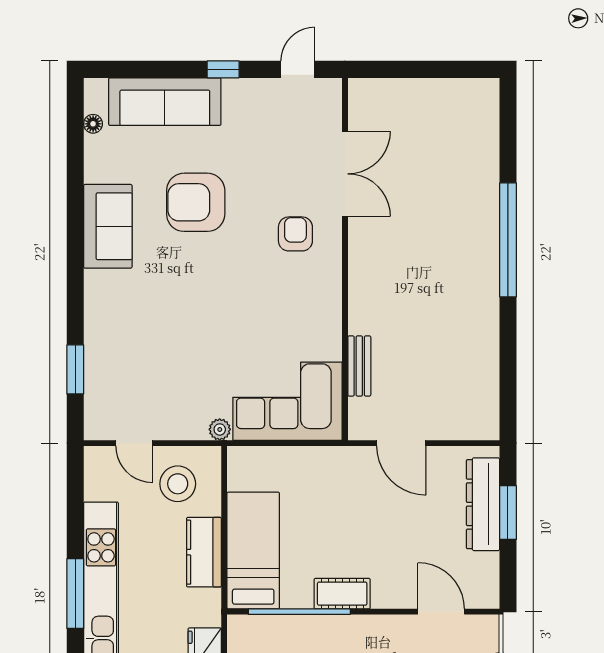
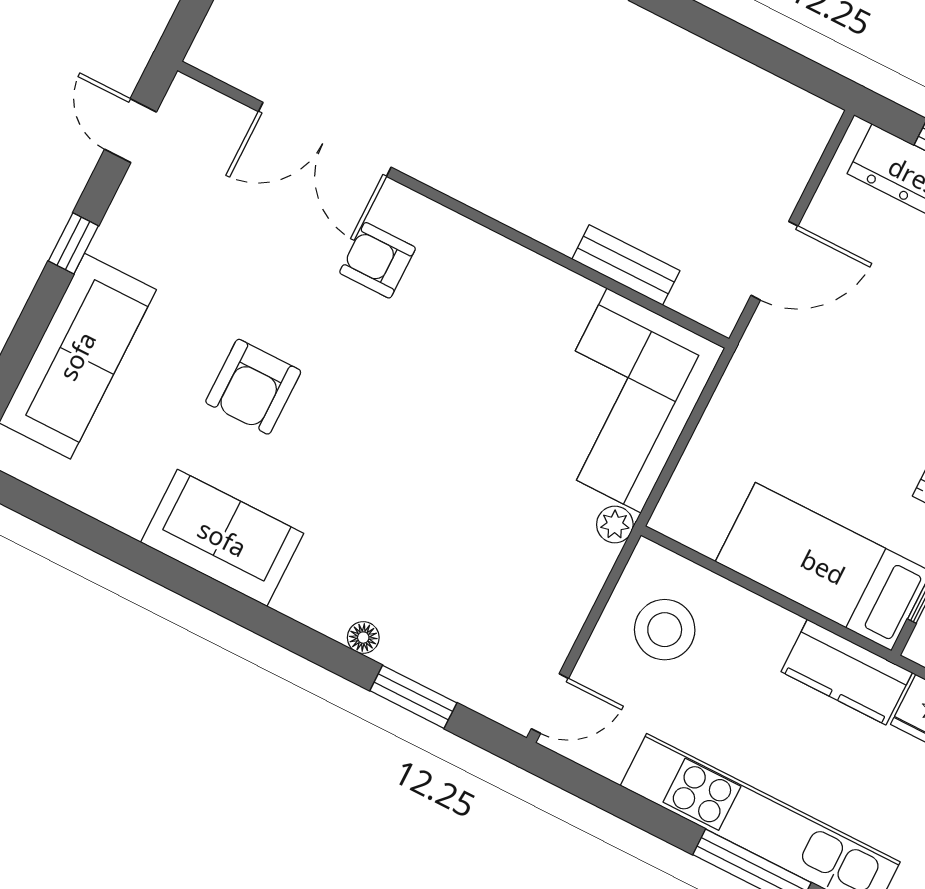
floor lamp: (93, 124) -> (363, 638), moved
double door: (345, 174) -> (325, 139), swing flipped
armchair: (196, 202) -> (253, 387), width x0.73, depth x0.73
door: (134, 443) -> (550, 704), moved
kitchen counter: (204, 552) -> (847, 672), moved

